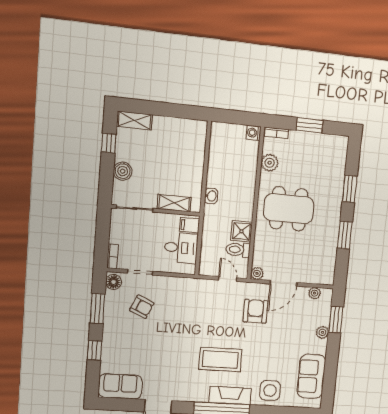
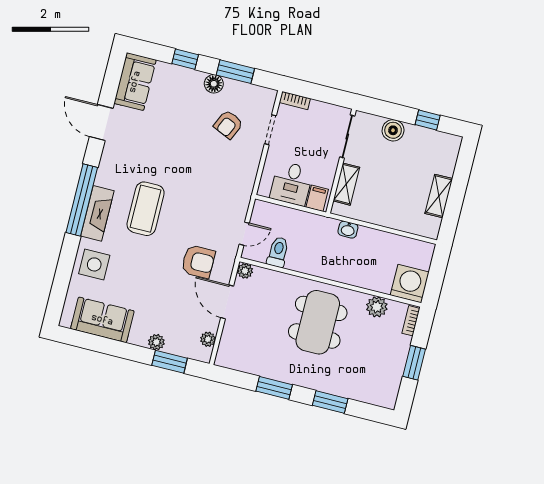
shelving: (135, 121) -> (439, 196), moved
washing machine: (254, 133) -> (410, 284), width x1.89, depth x1.89
shower: (241, 231) -> (300, 260), removed
floor lamp: (114, 282) -> (214, 84), moved

